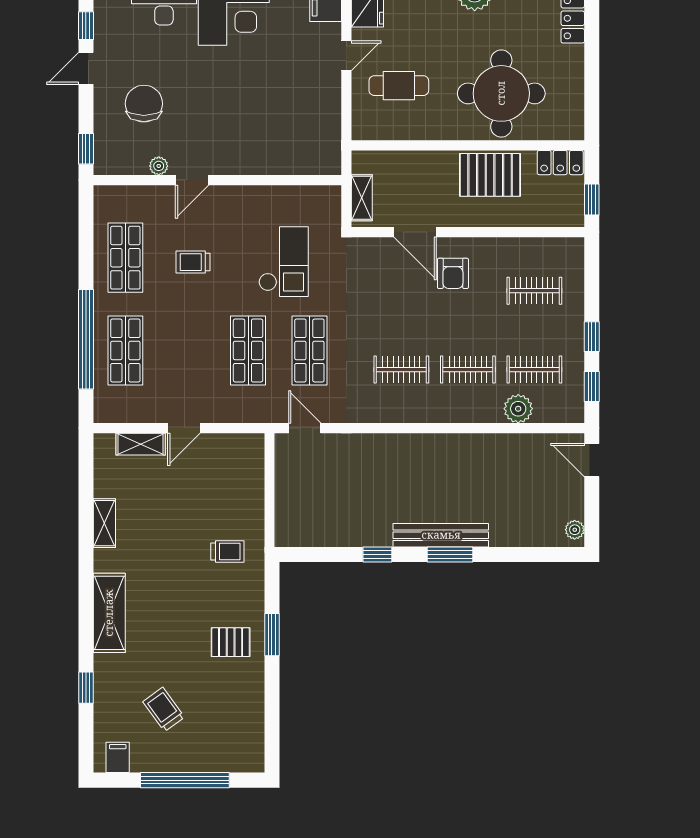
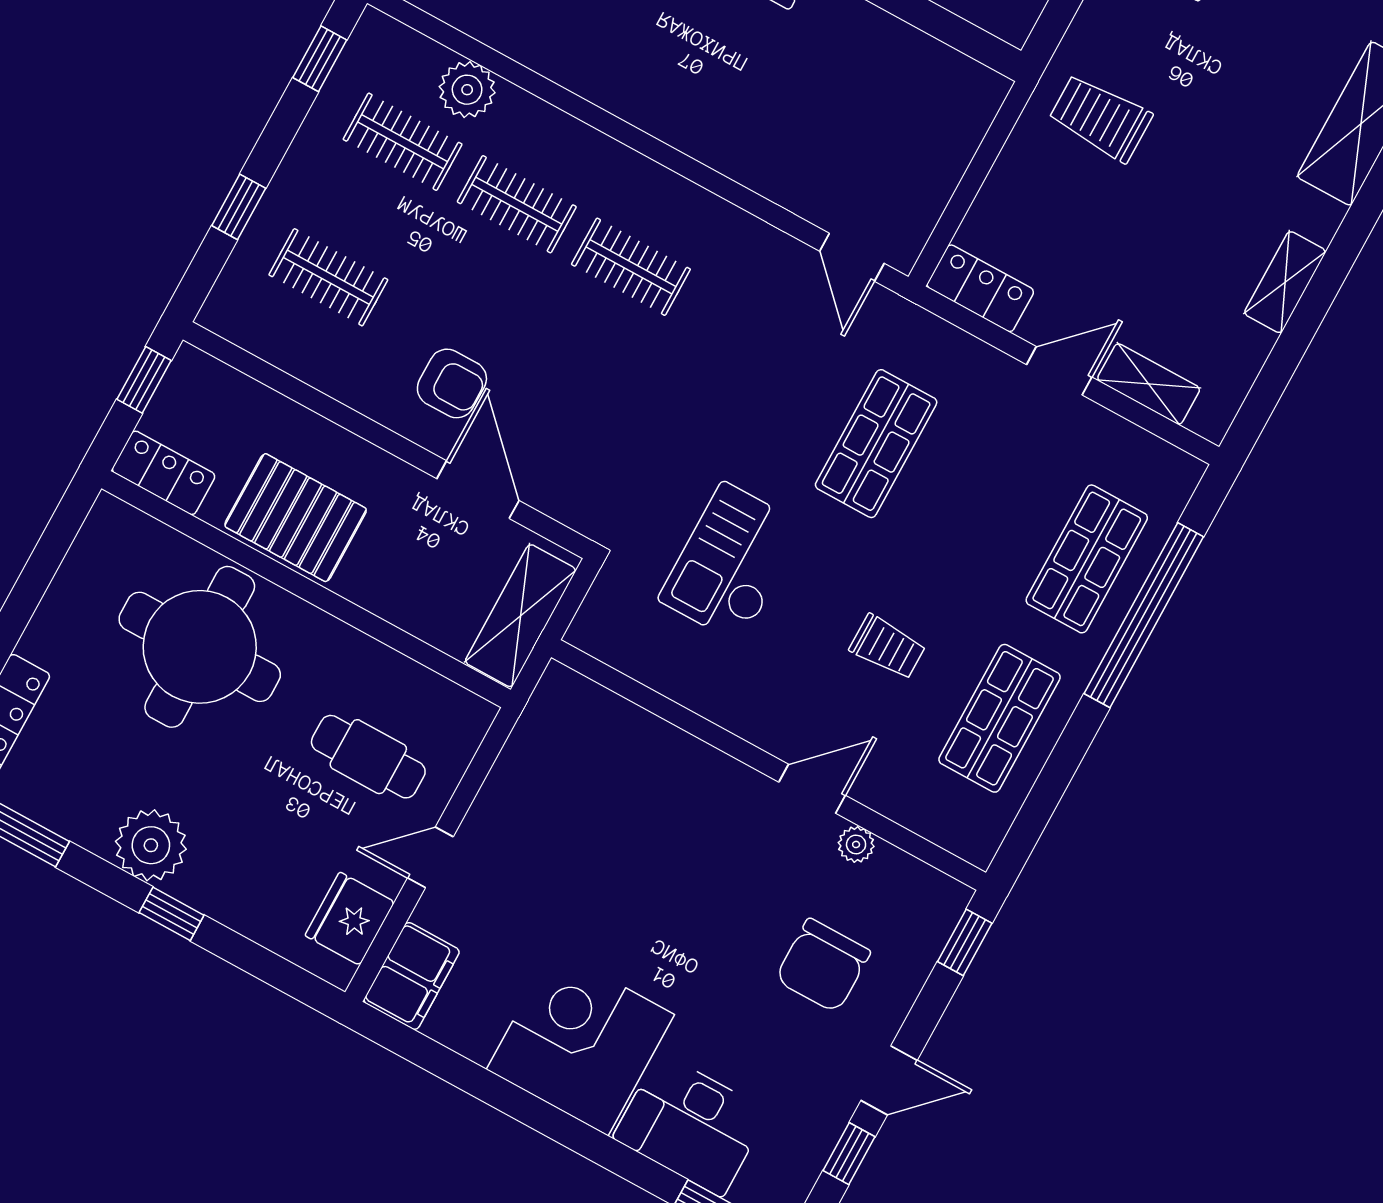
shelving: (362, 198) -> (520, 616), width x1.50, depth x1.33
armchair: (453, 273) -> (452, 383), turned 90
window: (592, 337) -> (239, 207), moved
shop shelf: (309, 350) -> (771, 386), removed
locker: (239, 446) -> (980, 288), added
trolley: (227, 552) -> (1100, 118), width x1.36, depth x1.39

